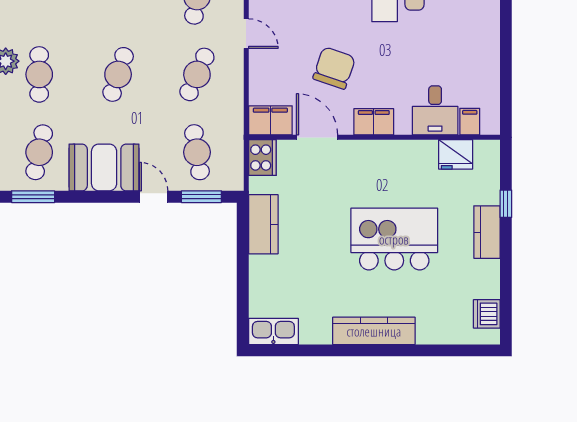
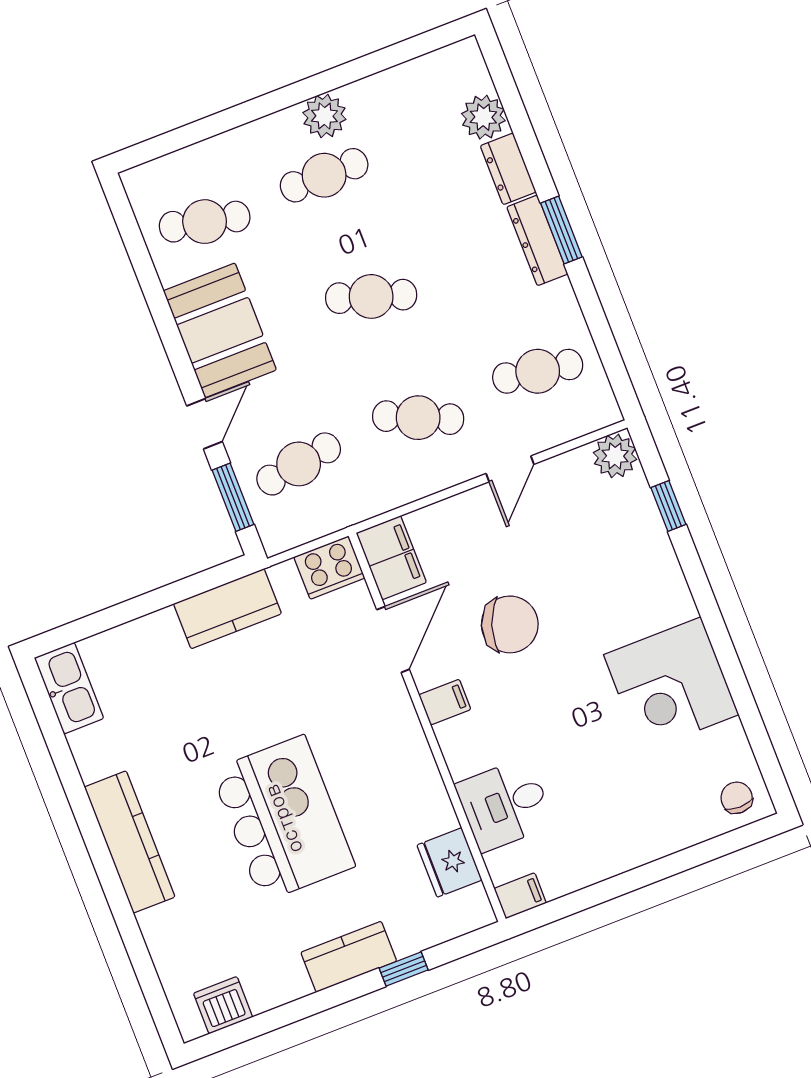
filing cabinet: (374, 122) -> (445, 702), width x0.50
filing cabinet: (470, 122) -> (520, 896), moved
window: (33, 197) -> (133, 239), removed

